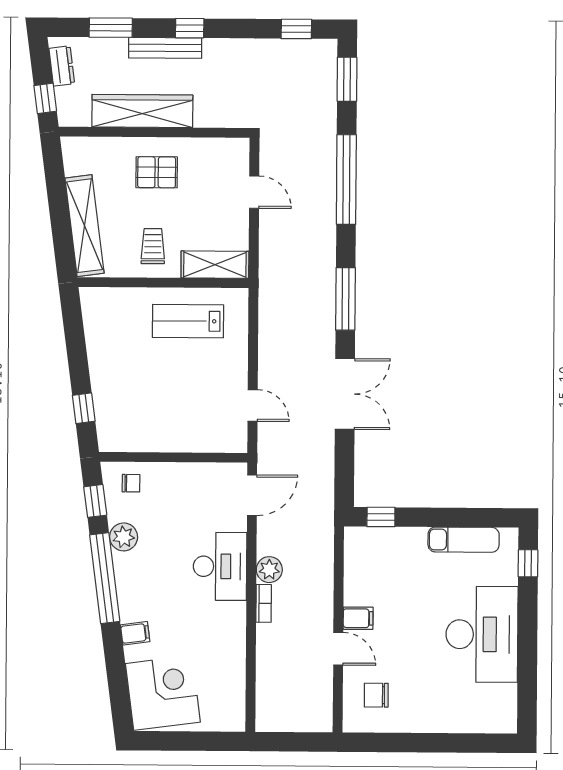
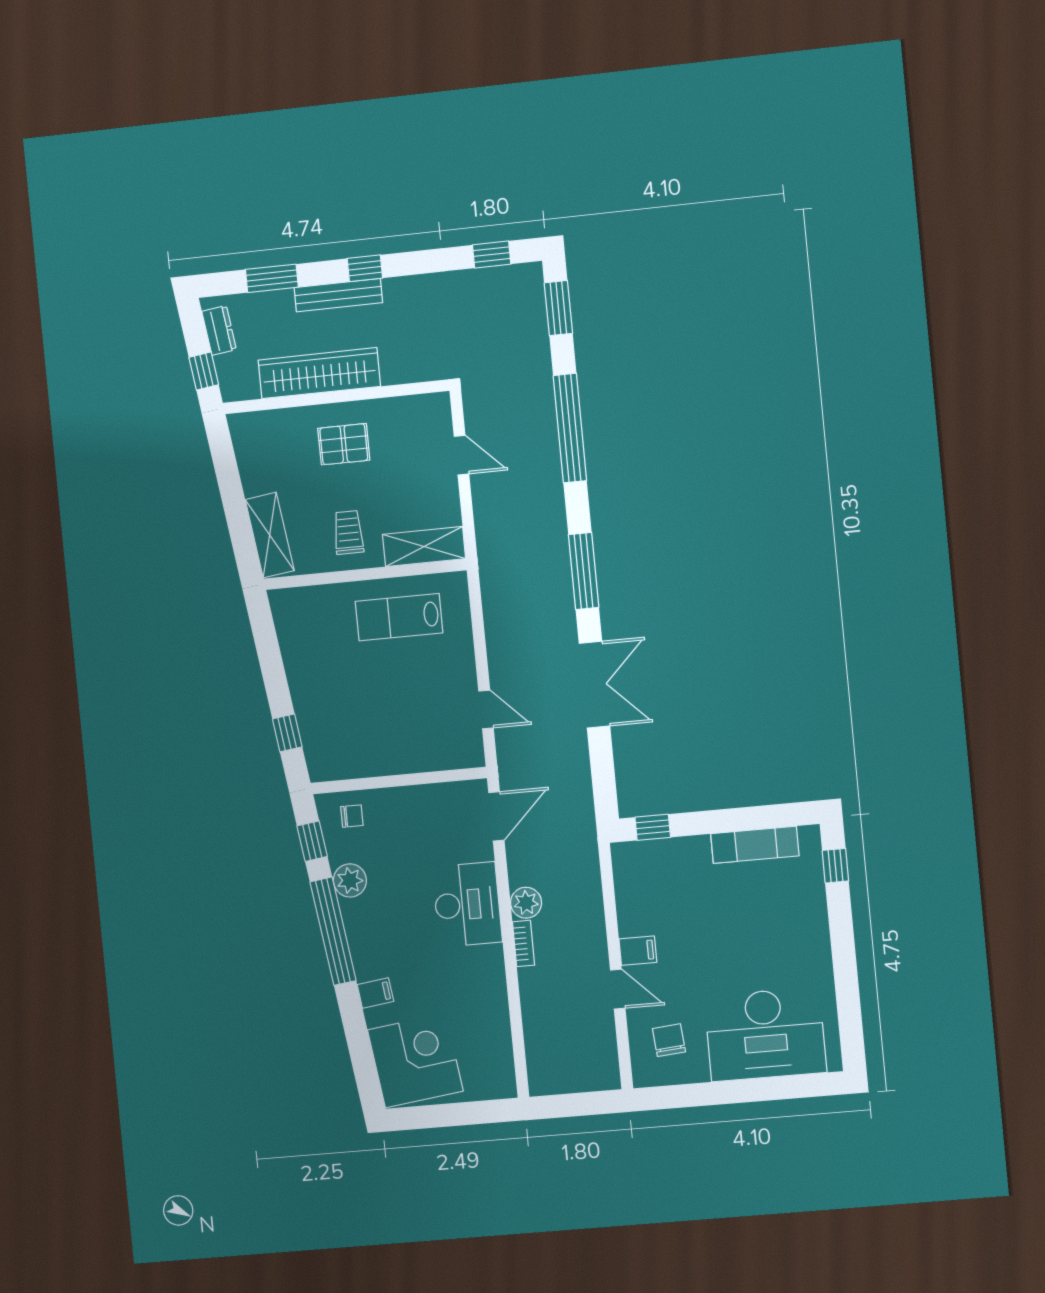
shelving: (84, 226) -> (270, 535), width x0.68
desk: (482, 634) -> (765, 1034), moved, turned 90
chair: (376, 695) -> (669, 1040), turned 85

